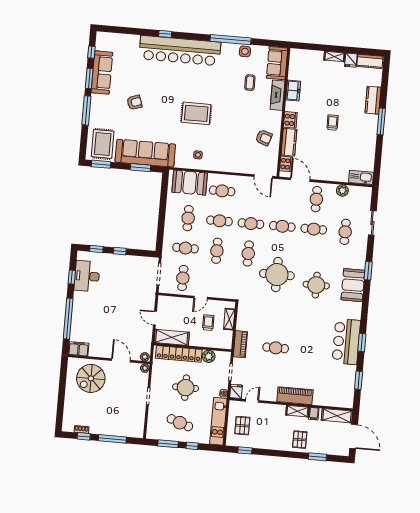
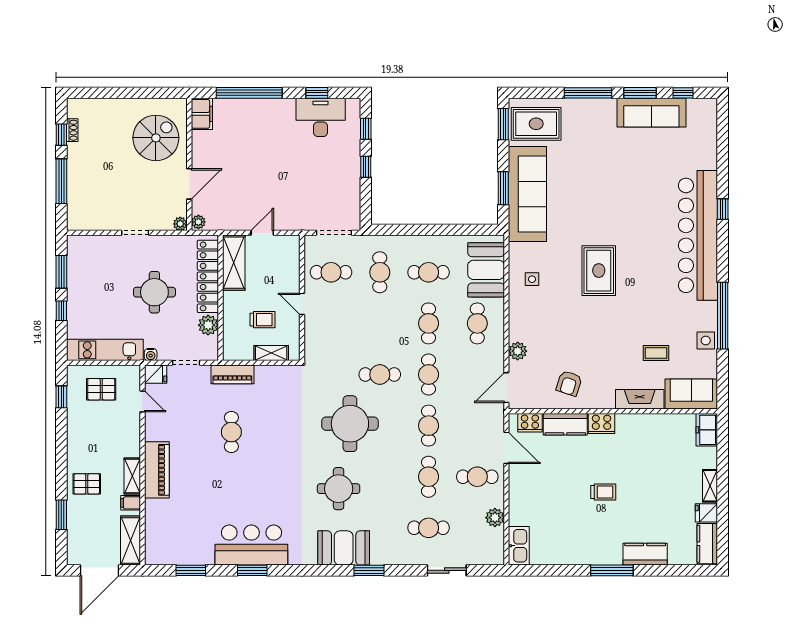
freezer: (293, 91) -> (707, 430), moved, turned 90
armchair: (134, 102) -> (608, 169), removed
plant: (241, 168) -> (518, 351), added
door: (300, 180) -> (506, 448), hinge flipped
cafe table: (217, 251) -> (380, 323), removed
spiral stairs: (91, 378) -> (156, 138), turned 90
cafe table: (180, 423) -> (97, 288), removed

